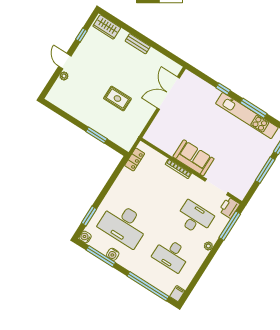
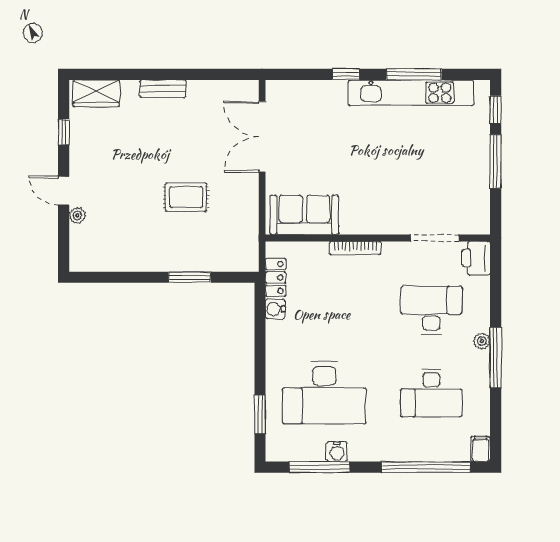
sofa: (193, 158) -> (304, 215), moved
window: (230, 226) -> (496, 358), moved
water cooler: (85, 237) -> (275, 309), moved

